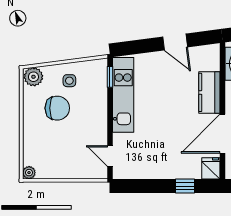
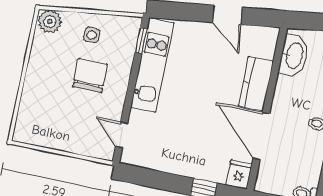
chair: (57, 108) -> (90, 76), moved, turned -90
door: (223, 134) -> (261, 136), hinge flipped
plant: (29, 173) -> (21, 135), removed

